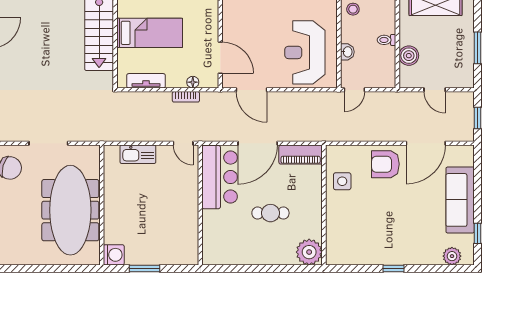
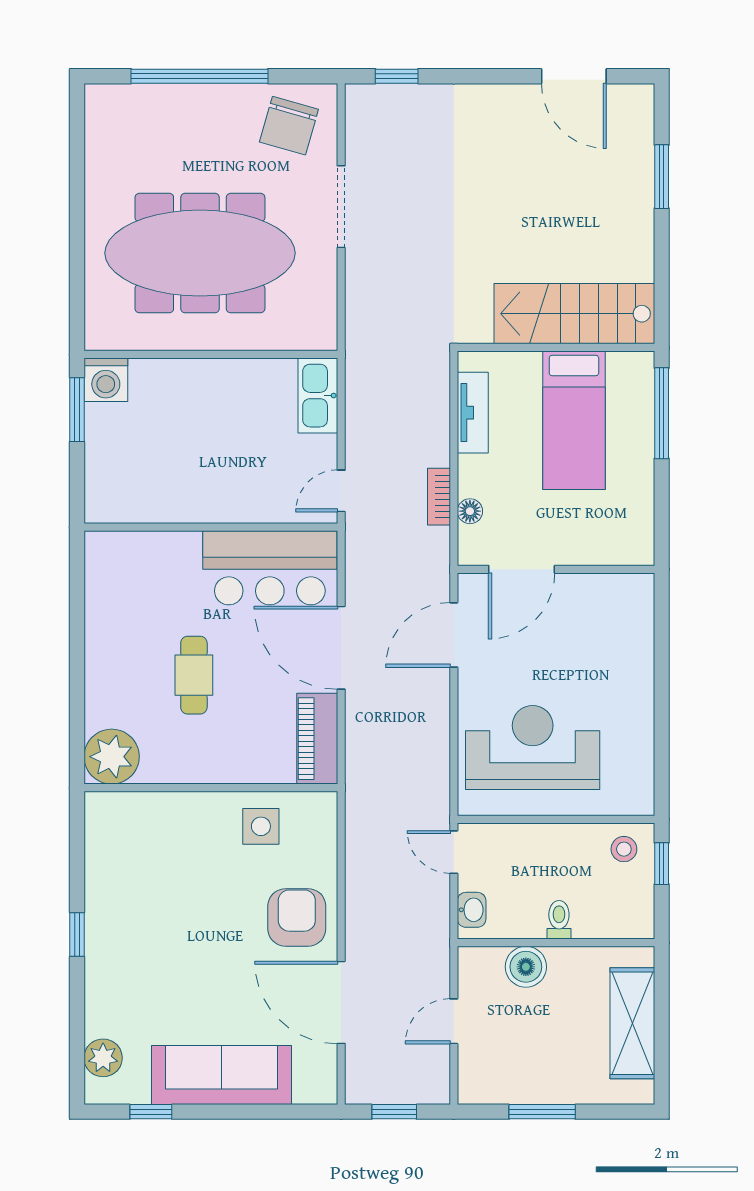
washbasin: (347, 52) -> (472, 910), moved, turned -90
wall: (102, 205) -> (211, 354), moved
washing machine: (114, 255) -> (106, 380), moved

